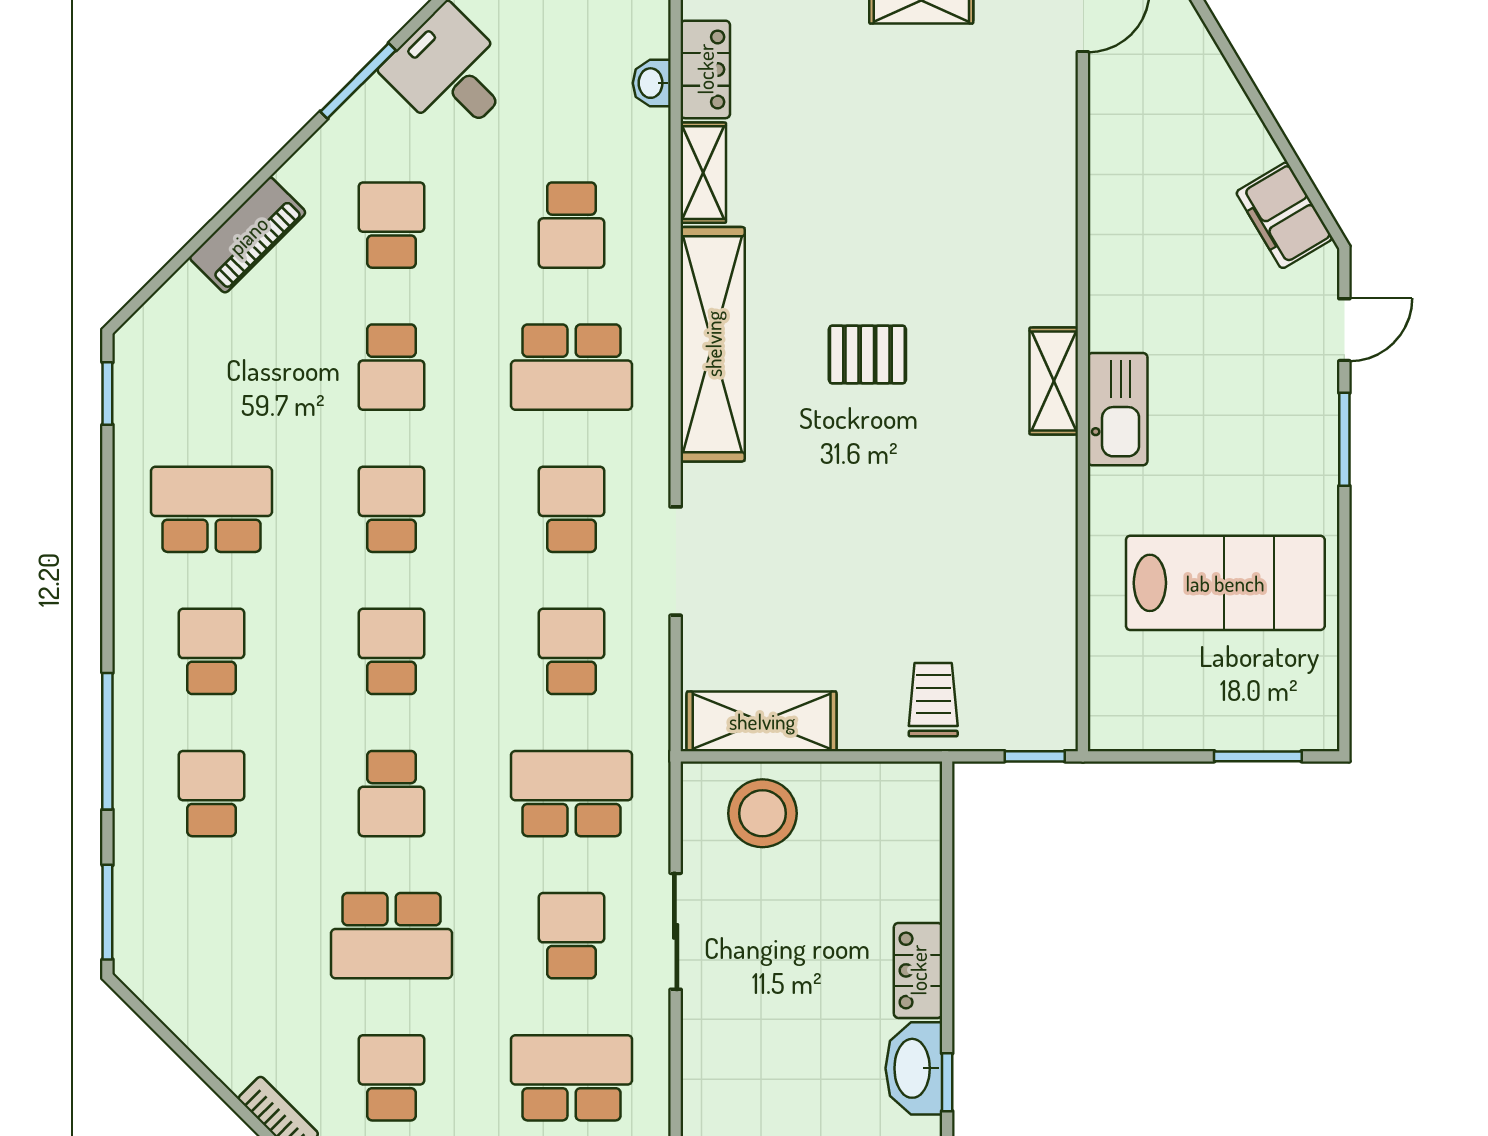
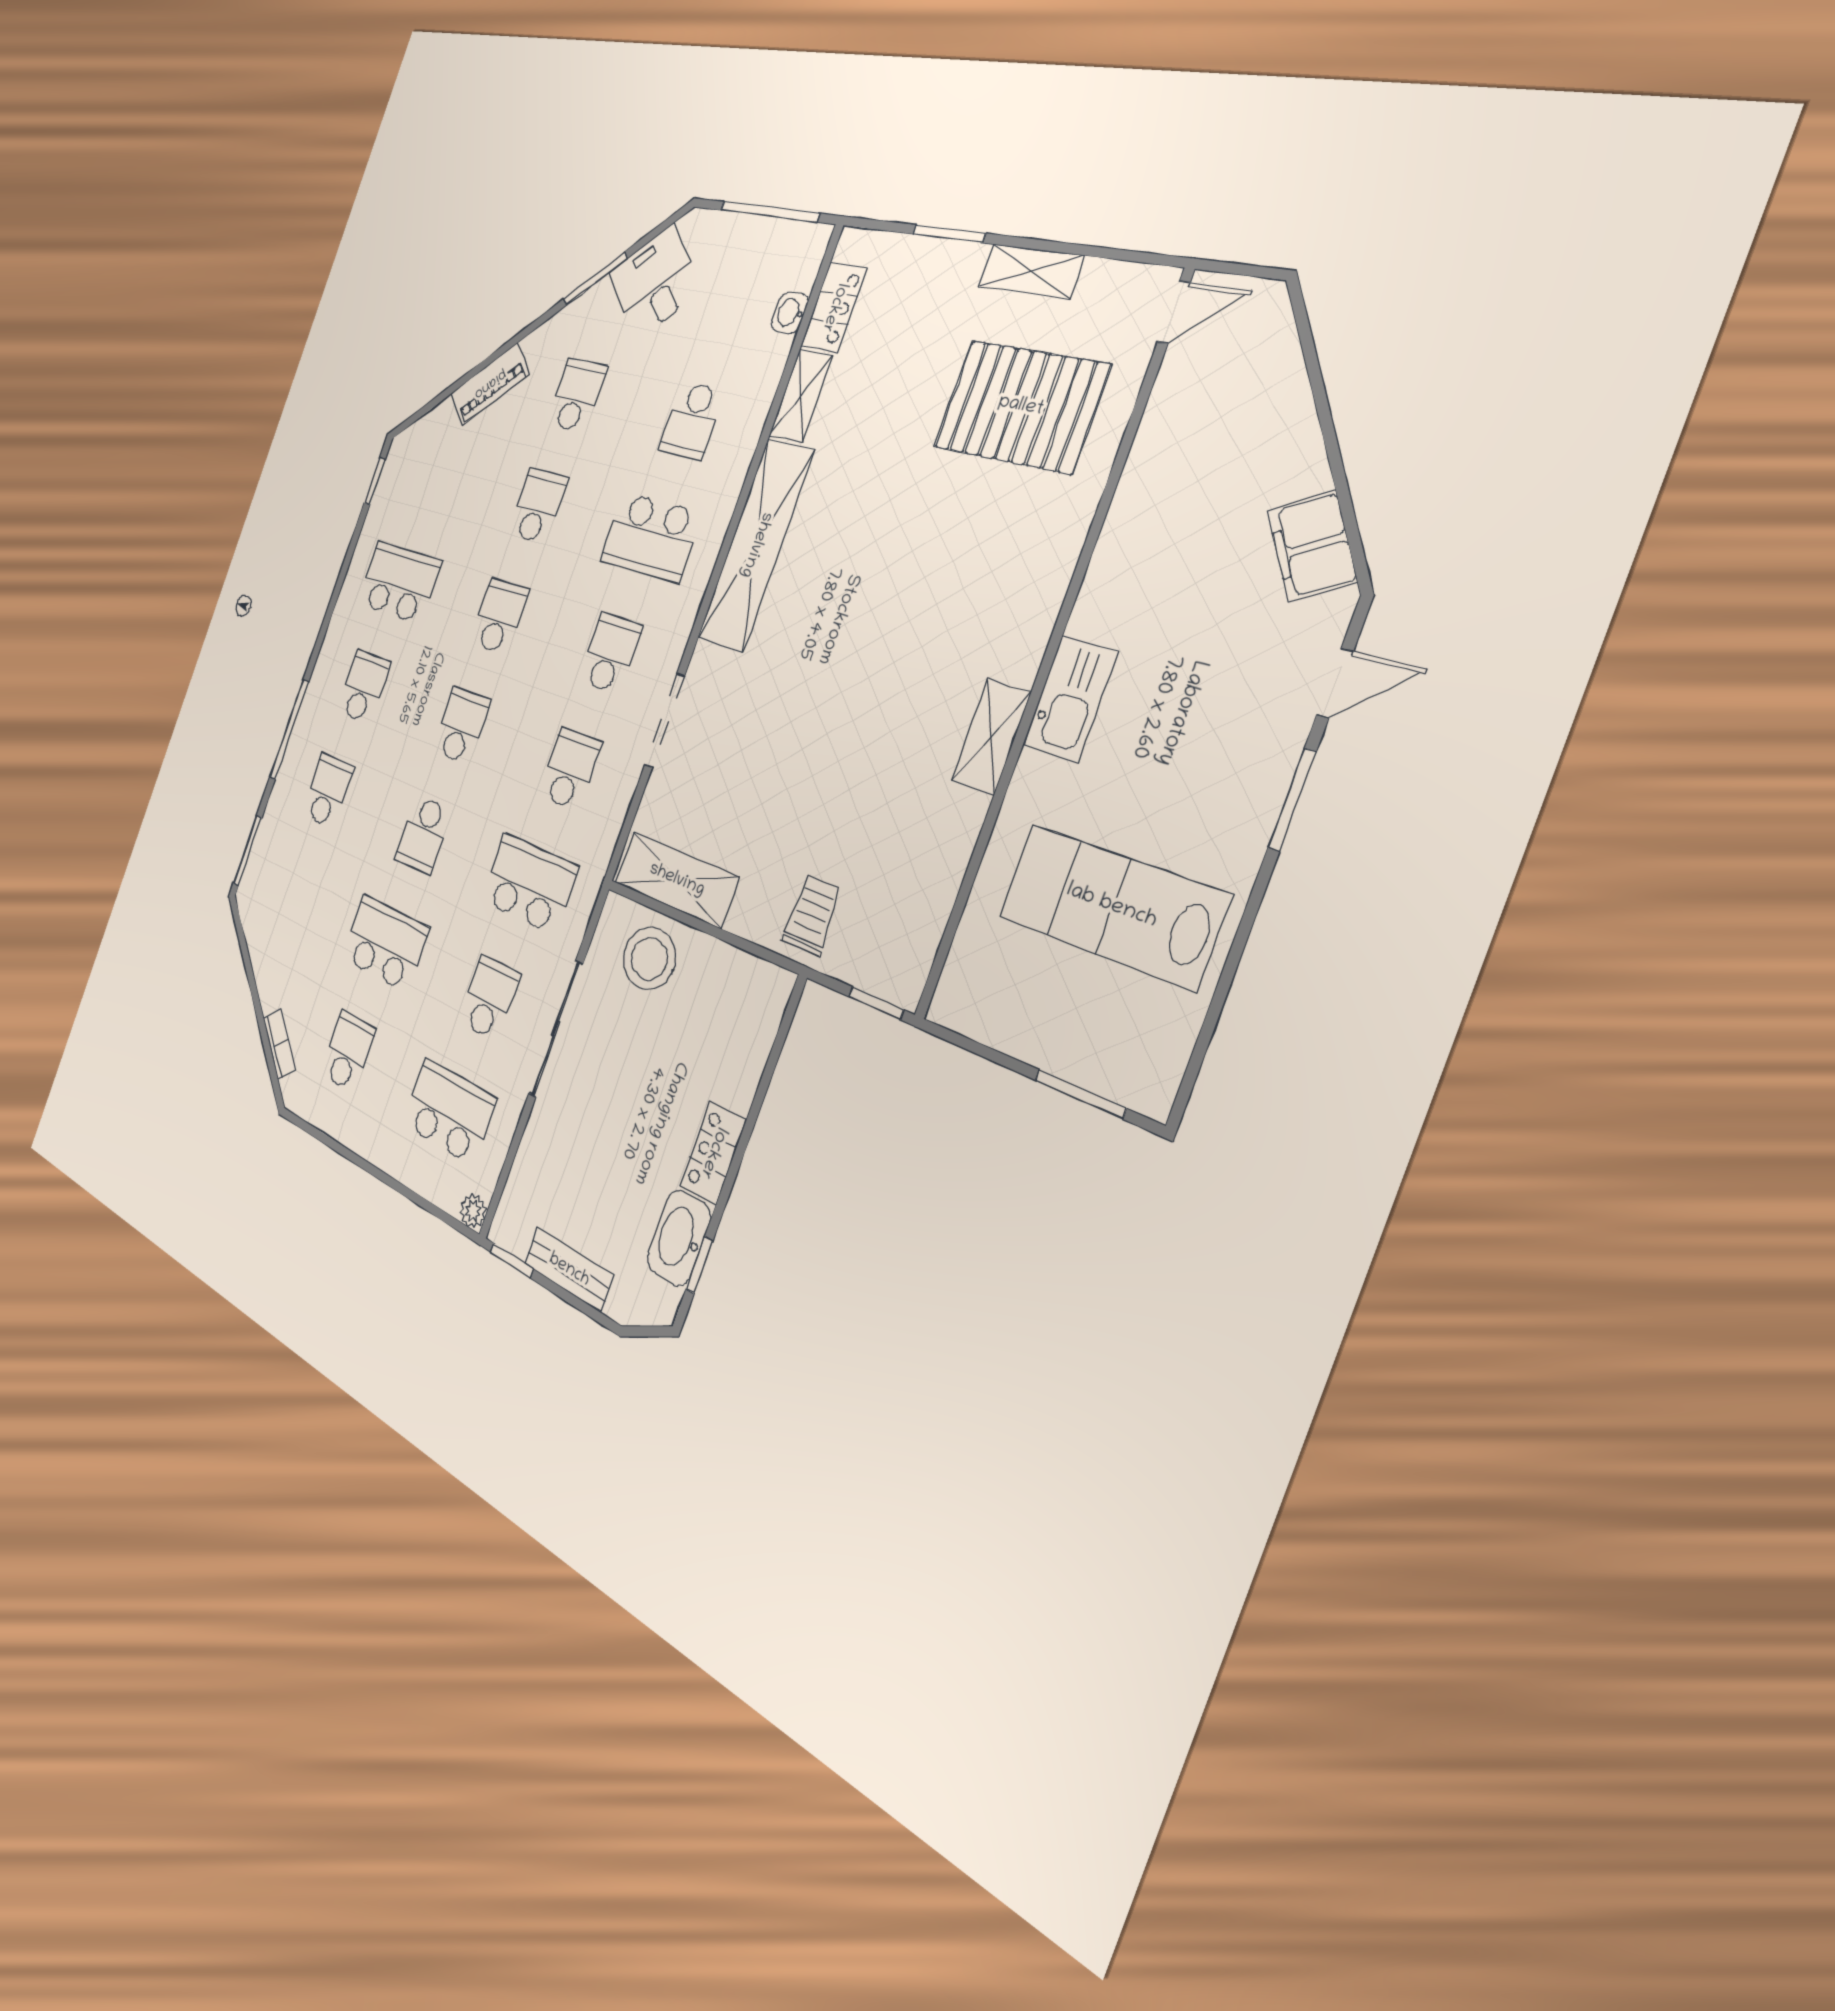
pallet: (867, 355) -> (1021, 406), moved, width x2.05, depth x2.00
school desk: (392, 367) -> (538, 506), turned 180
shelving: (1054, 381) -> (991, 737), moved
lab bench: (1225, 583) -> (1112, 906), turned 180
sliding door: (676, 931) -> (556, 1029), width x1.37
school desk: (392, 936) -> (386, 943), turned 180

